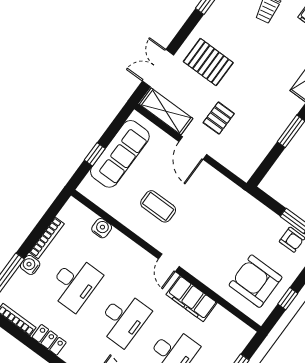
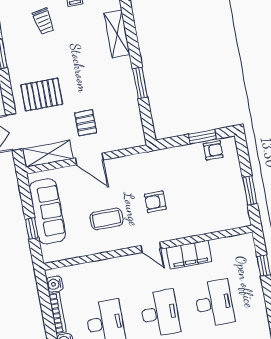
water cooler: (102, 228) -> (55, 284), moved, turned -90
armchair: (256, 281) -> (155, 202), moved, width x0.53, depth x0.53
window: (288, 299) -> (250, 190), width x1.50

